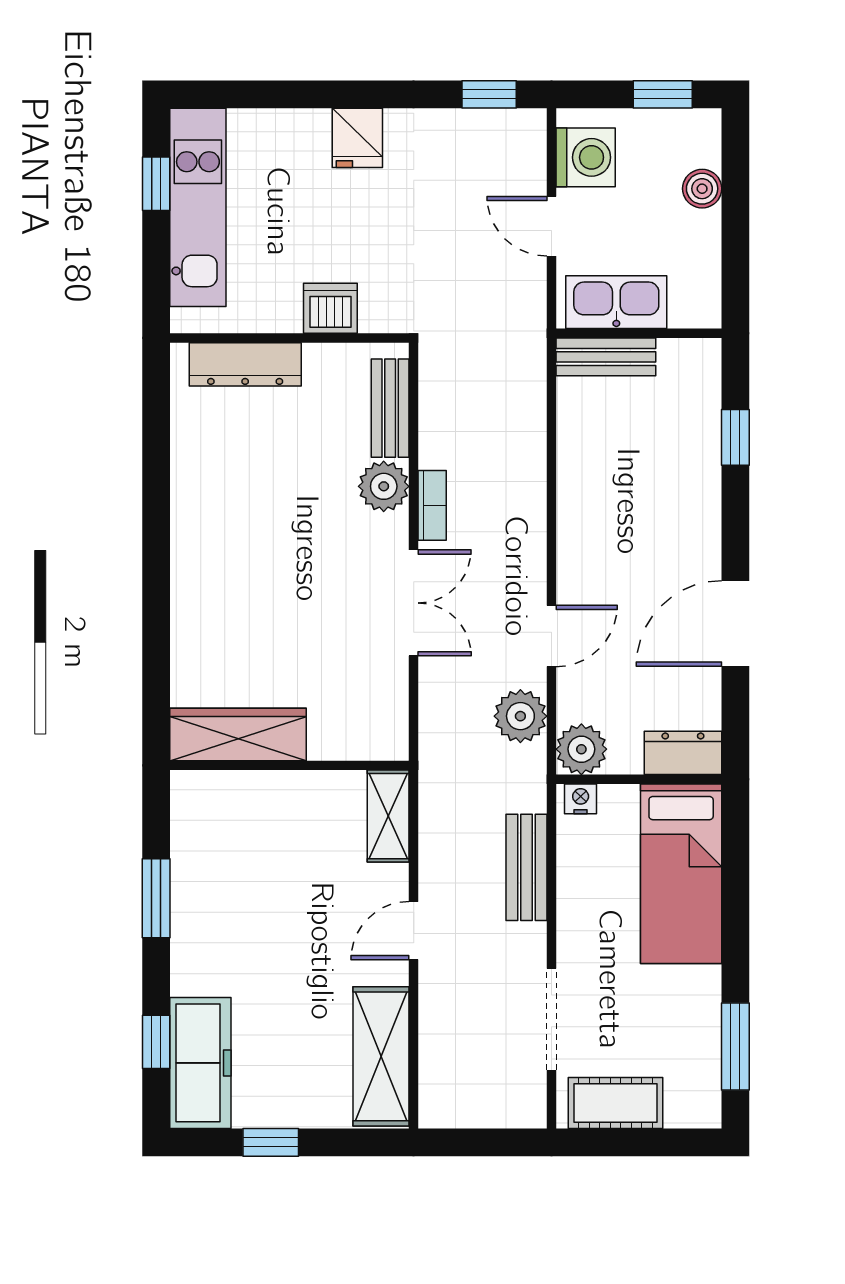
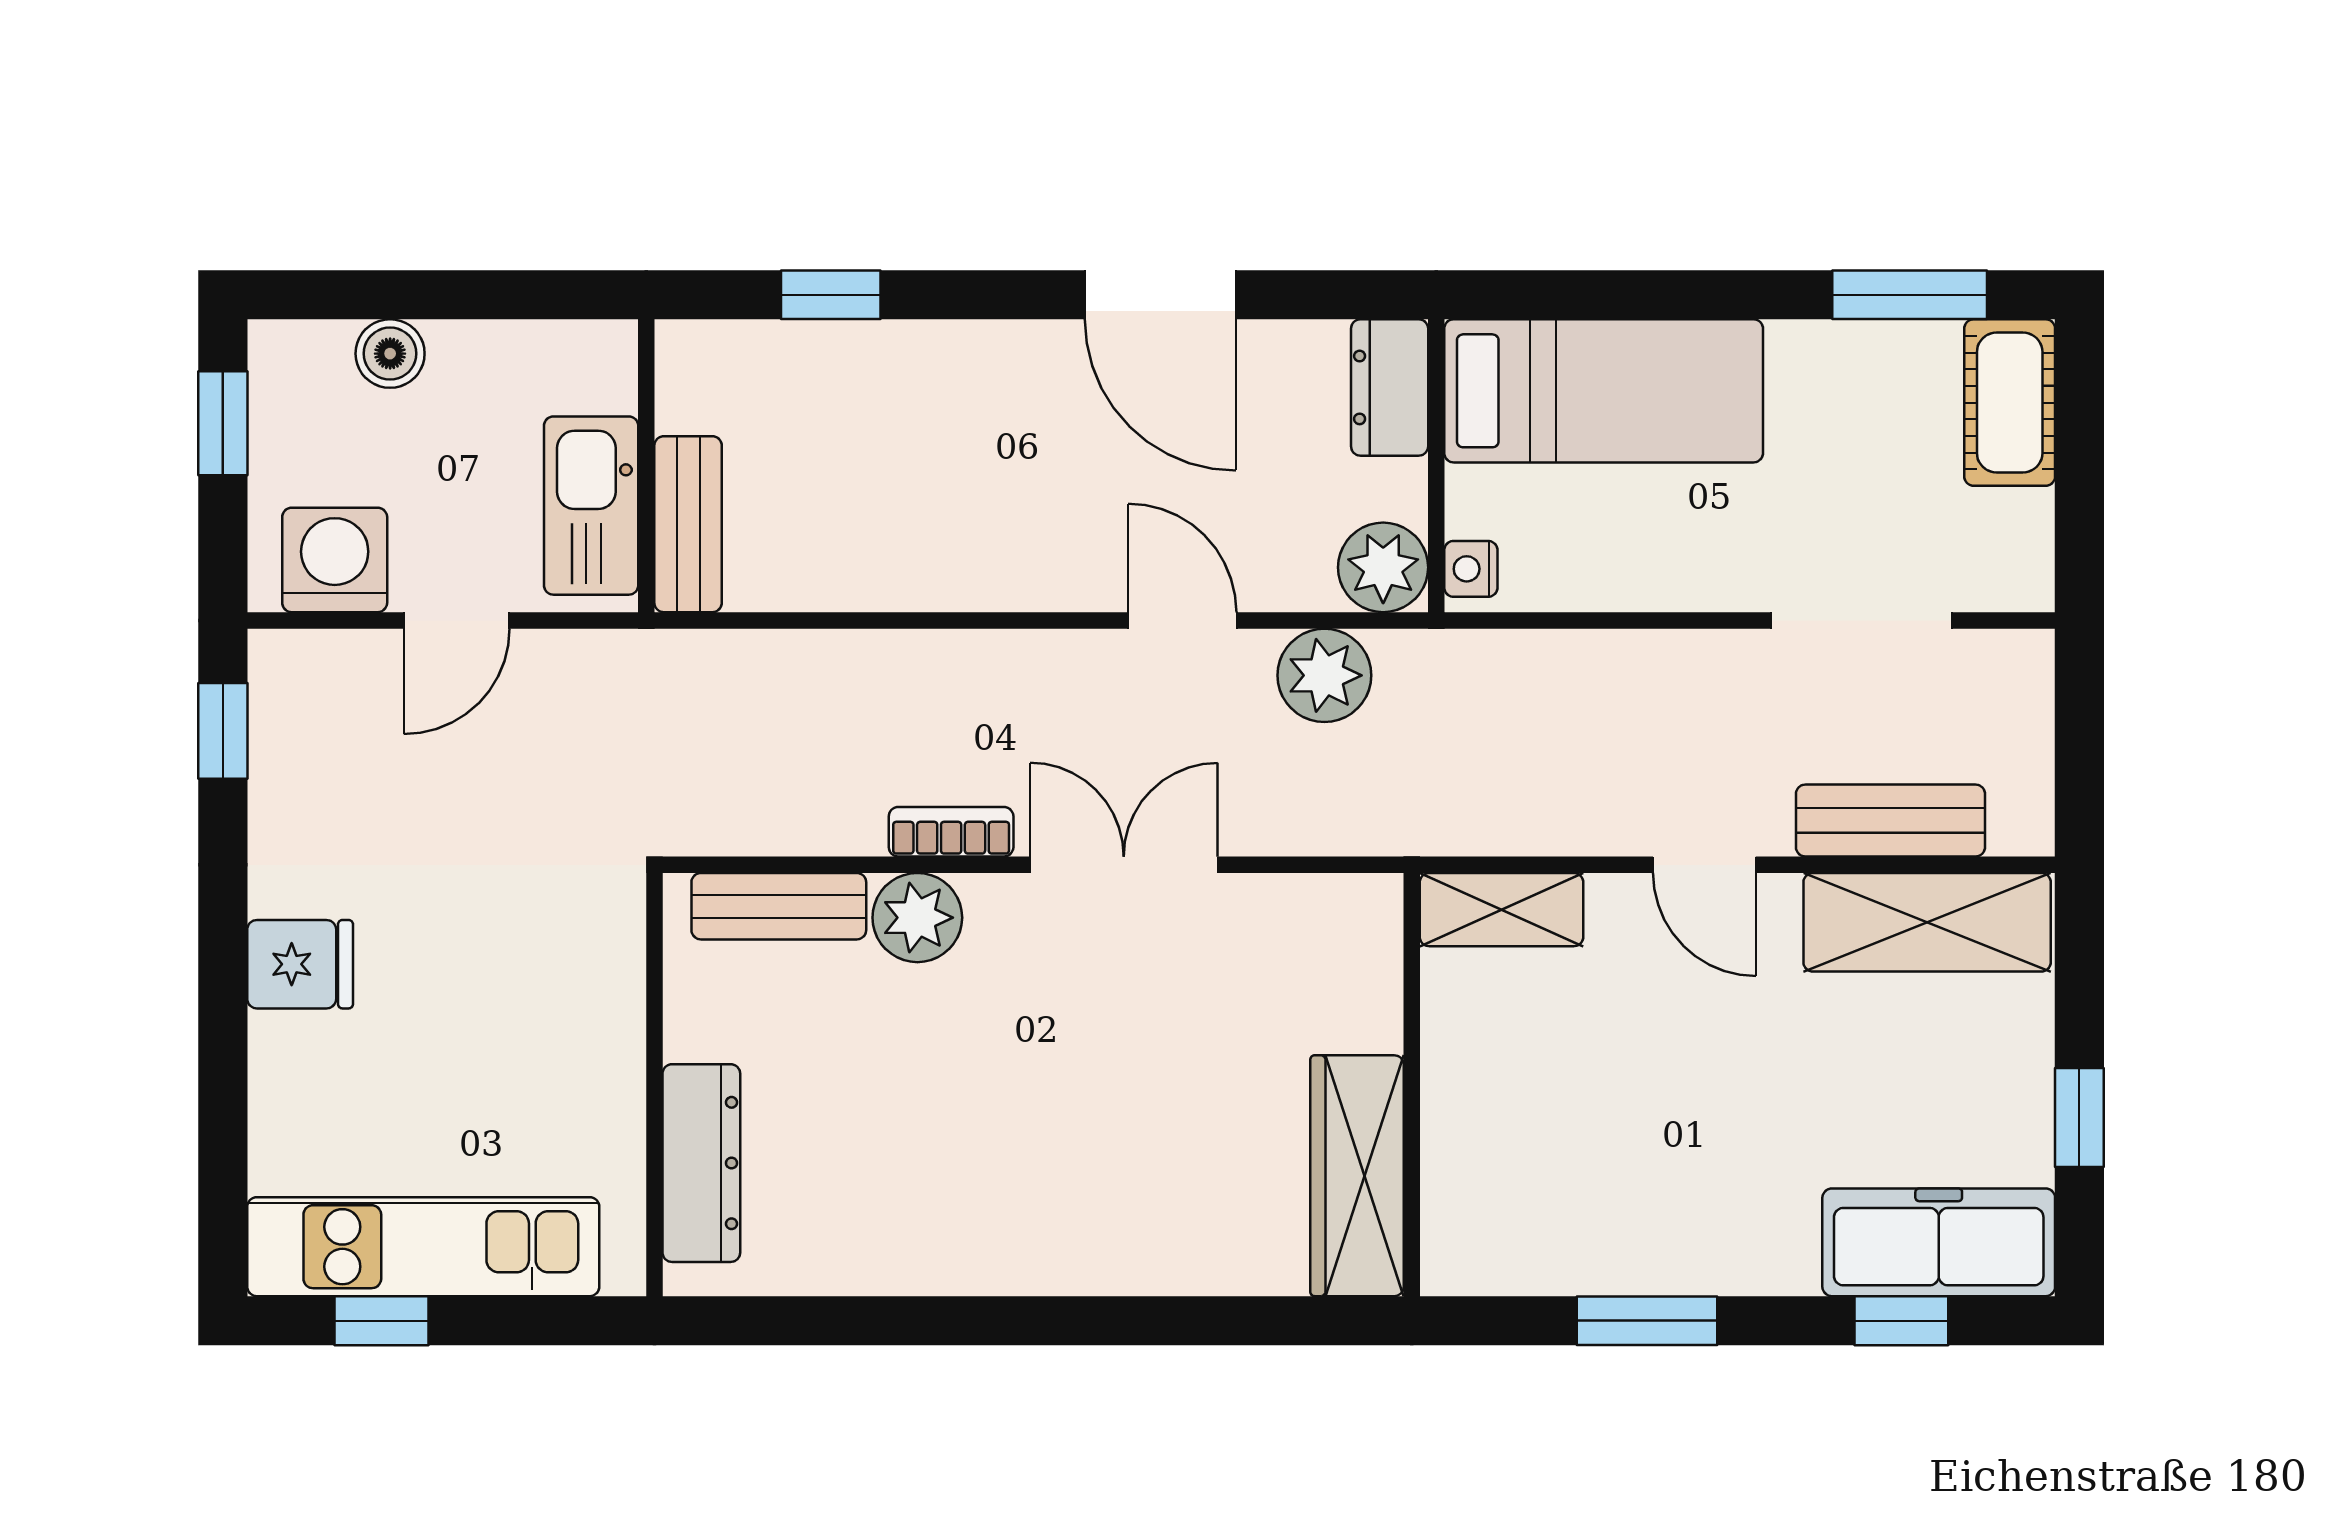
dishwasher: (330, 308) -> (602, 1012), removed
bench: (527, 867) -> (1890, 821), moved
cot: (616, 1103) -> (2010, 403), moved

